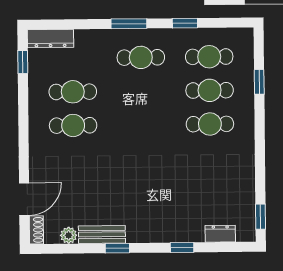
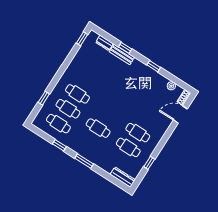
cafe table: (141, 57) -> (98, 128), moved
window: (23, 62) -> (149, 163), moved
bench: (102, 234) -> (122, 54), moved

